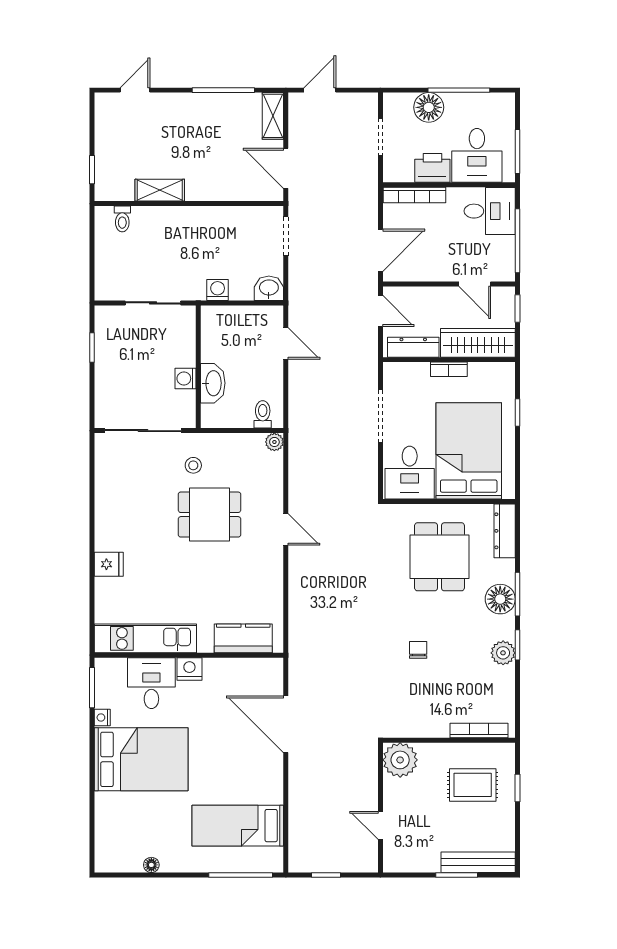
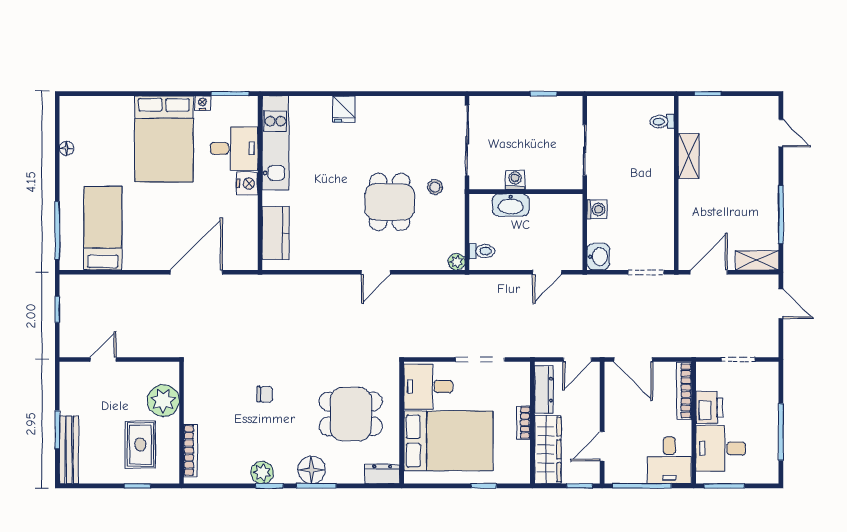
floor lamp: (429, 107) -> (765, 404), removed
dresser: (505, 531) -> (382, 474), width x0.70
plant: (400, 760) -> (163, 401), moved

